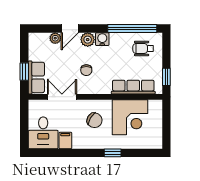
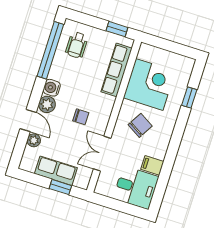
row of seats: (36, 77) -> (56, 171), moved
window: (113, 153) -> (189, 98), moved

